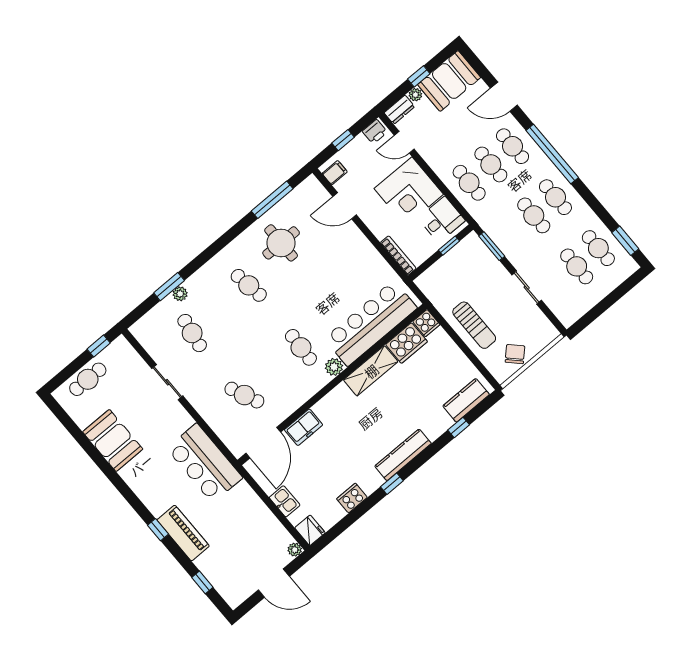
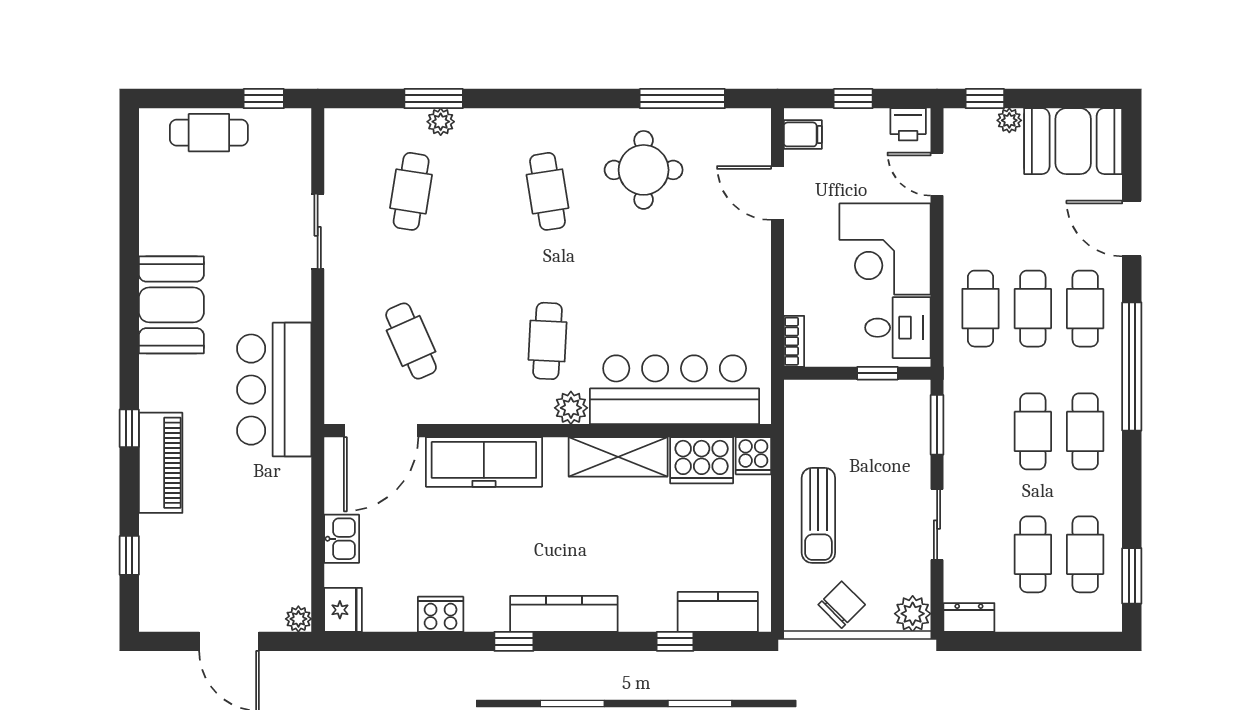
window: (419, 76) -> (985, 99), moved
dresser: (399, 110) -> (969, 617), moved, turned 180
bookcase: (398, 256) -> (794, 341), width x0.64
plant: (548, 333) -> (913, 614), added
freezer: (304, 427) -> (484, 462), width x1.91, depth x1.26
booth: (113, 440) -> (171, 305), moved

